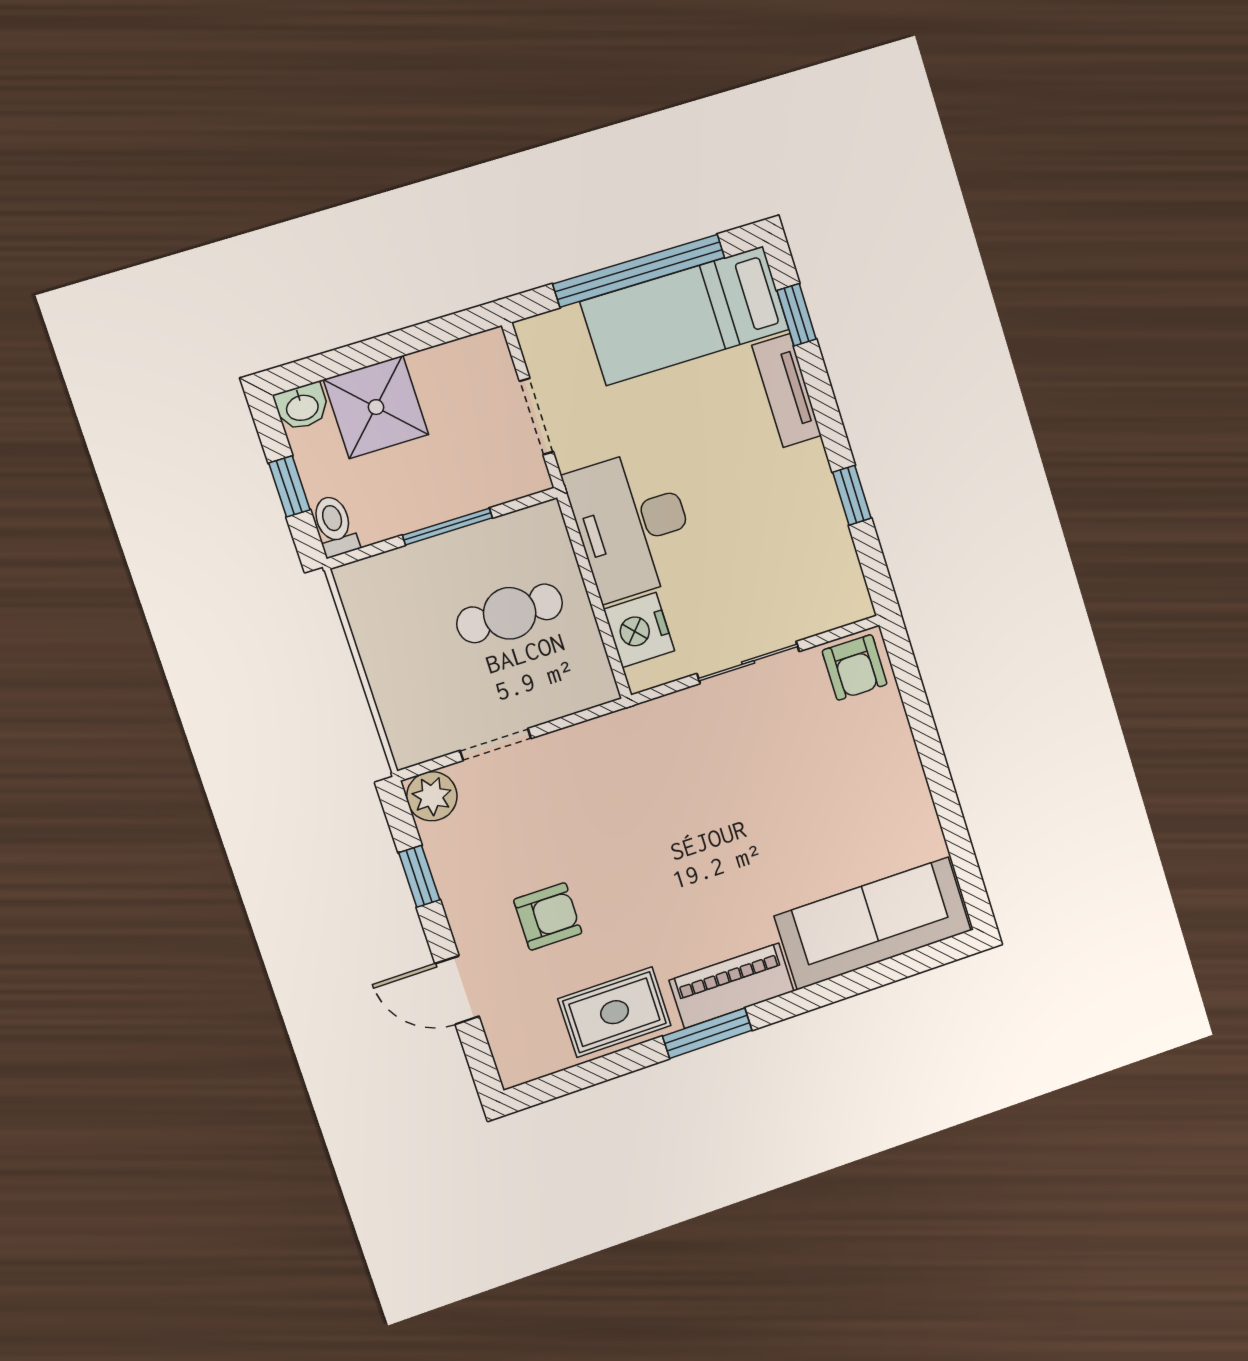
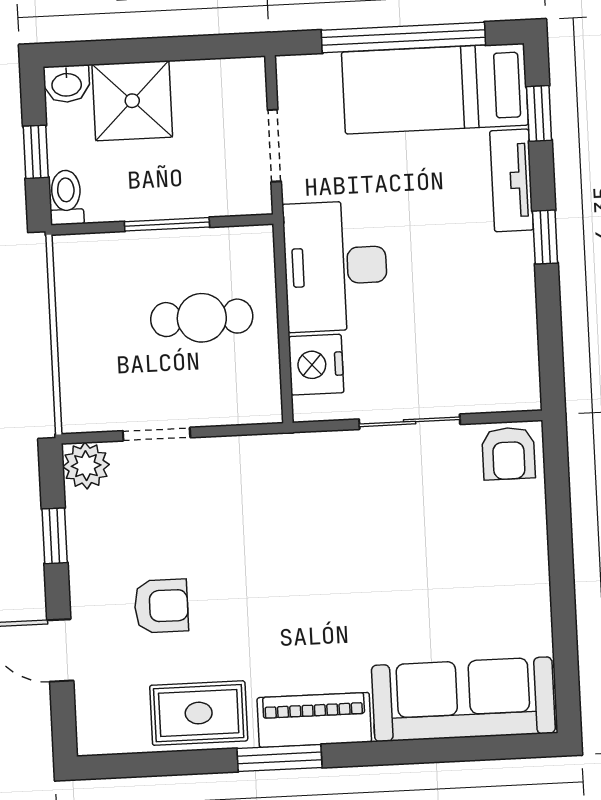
window: (852, 495) -> (545, 237), moved

